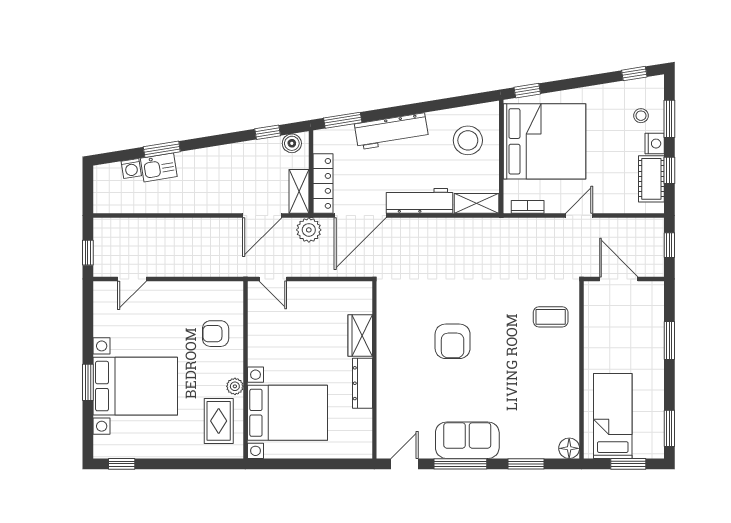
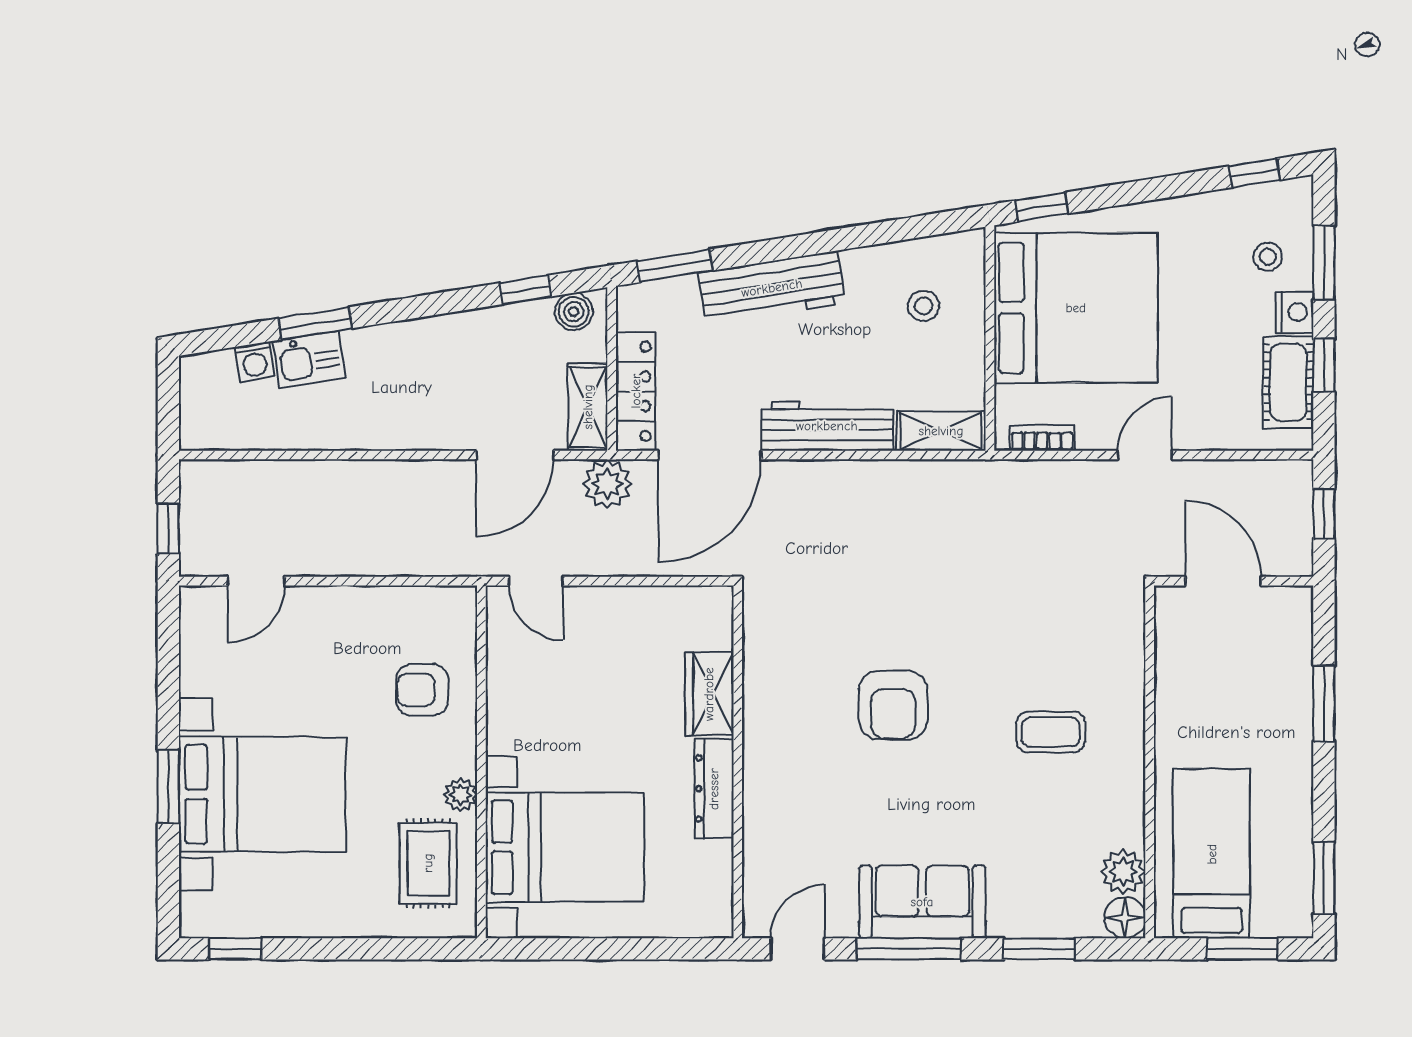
stool: (468, 140) -> (923, 306), width x0.53, depth x0.53
coffee table: (551, 317) -> (1051, 732), moved
plant: (568, 425) -> (1123, 872), added

